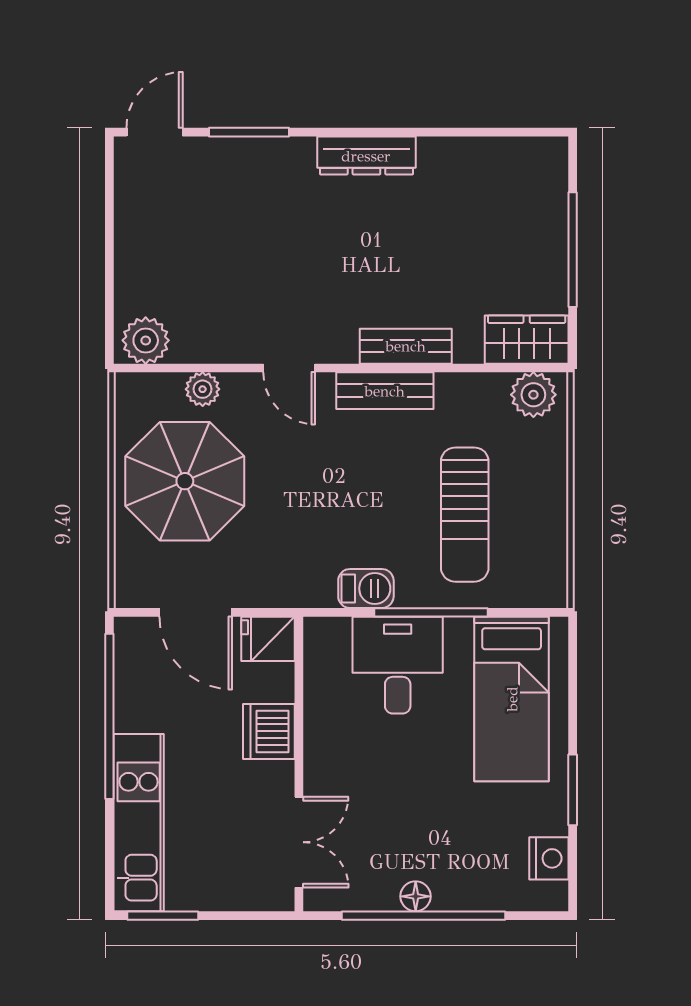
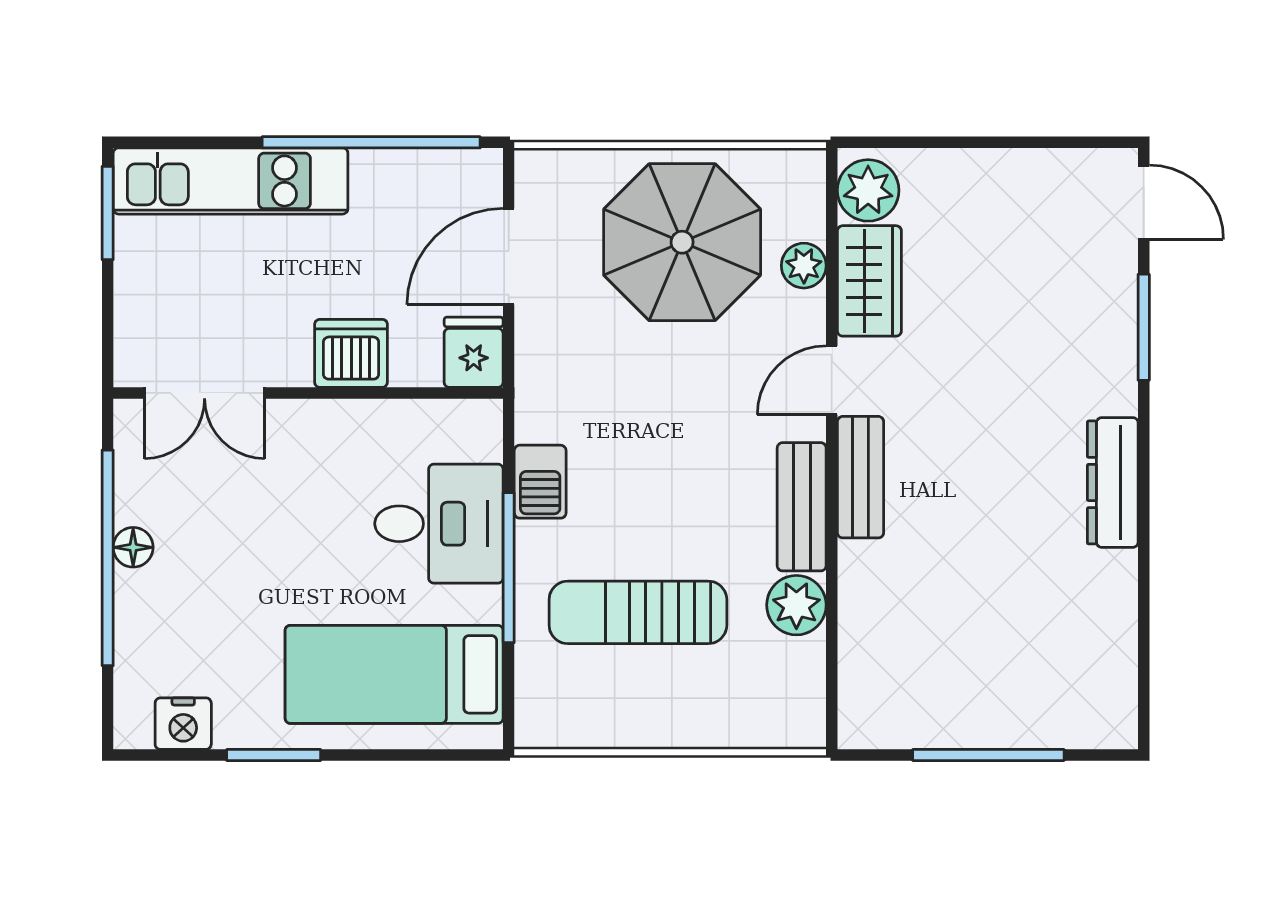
wardrobe: (527, 340) -> (869, 281), moved
bench: (406, 346) -> (861, 477), moved
plant: (533, 395) -> (796, 605), moved

